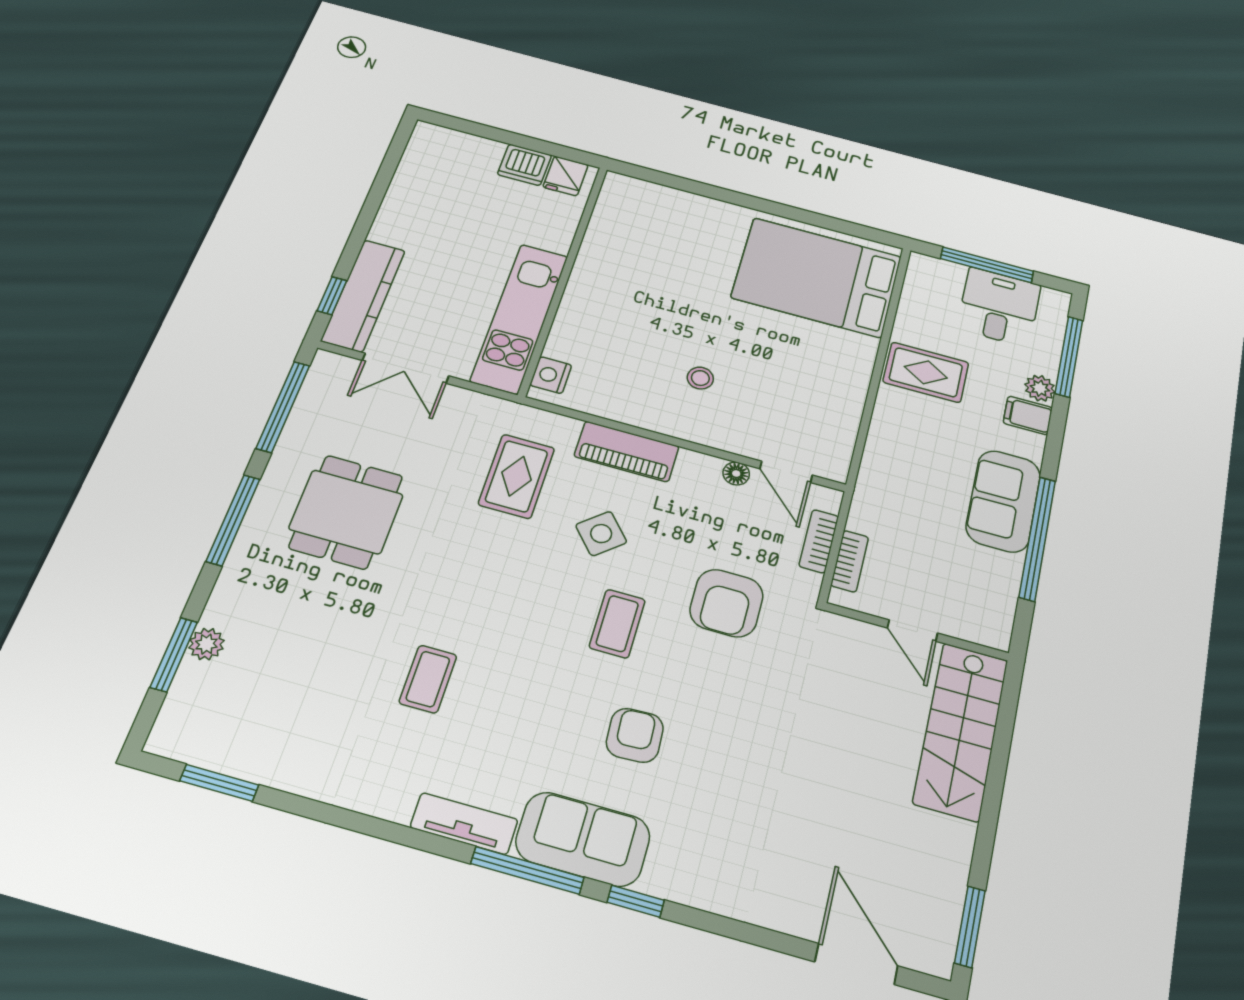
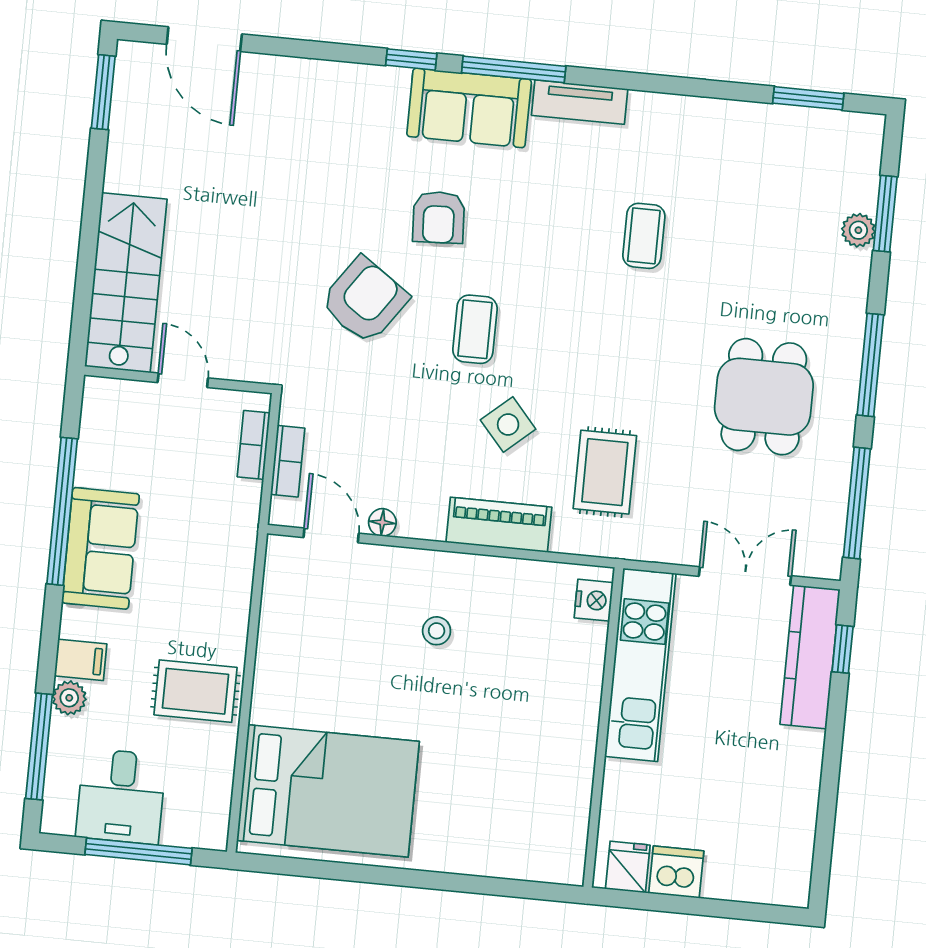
armchair: (726, 603) -> (364, 300), moved, turned 35

